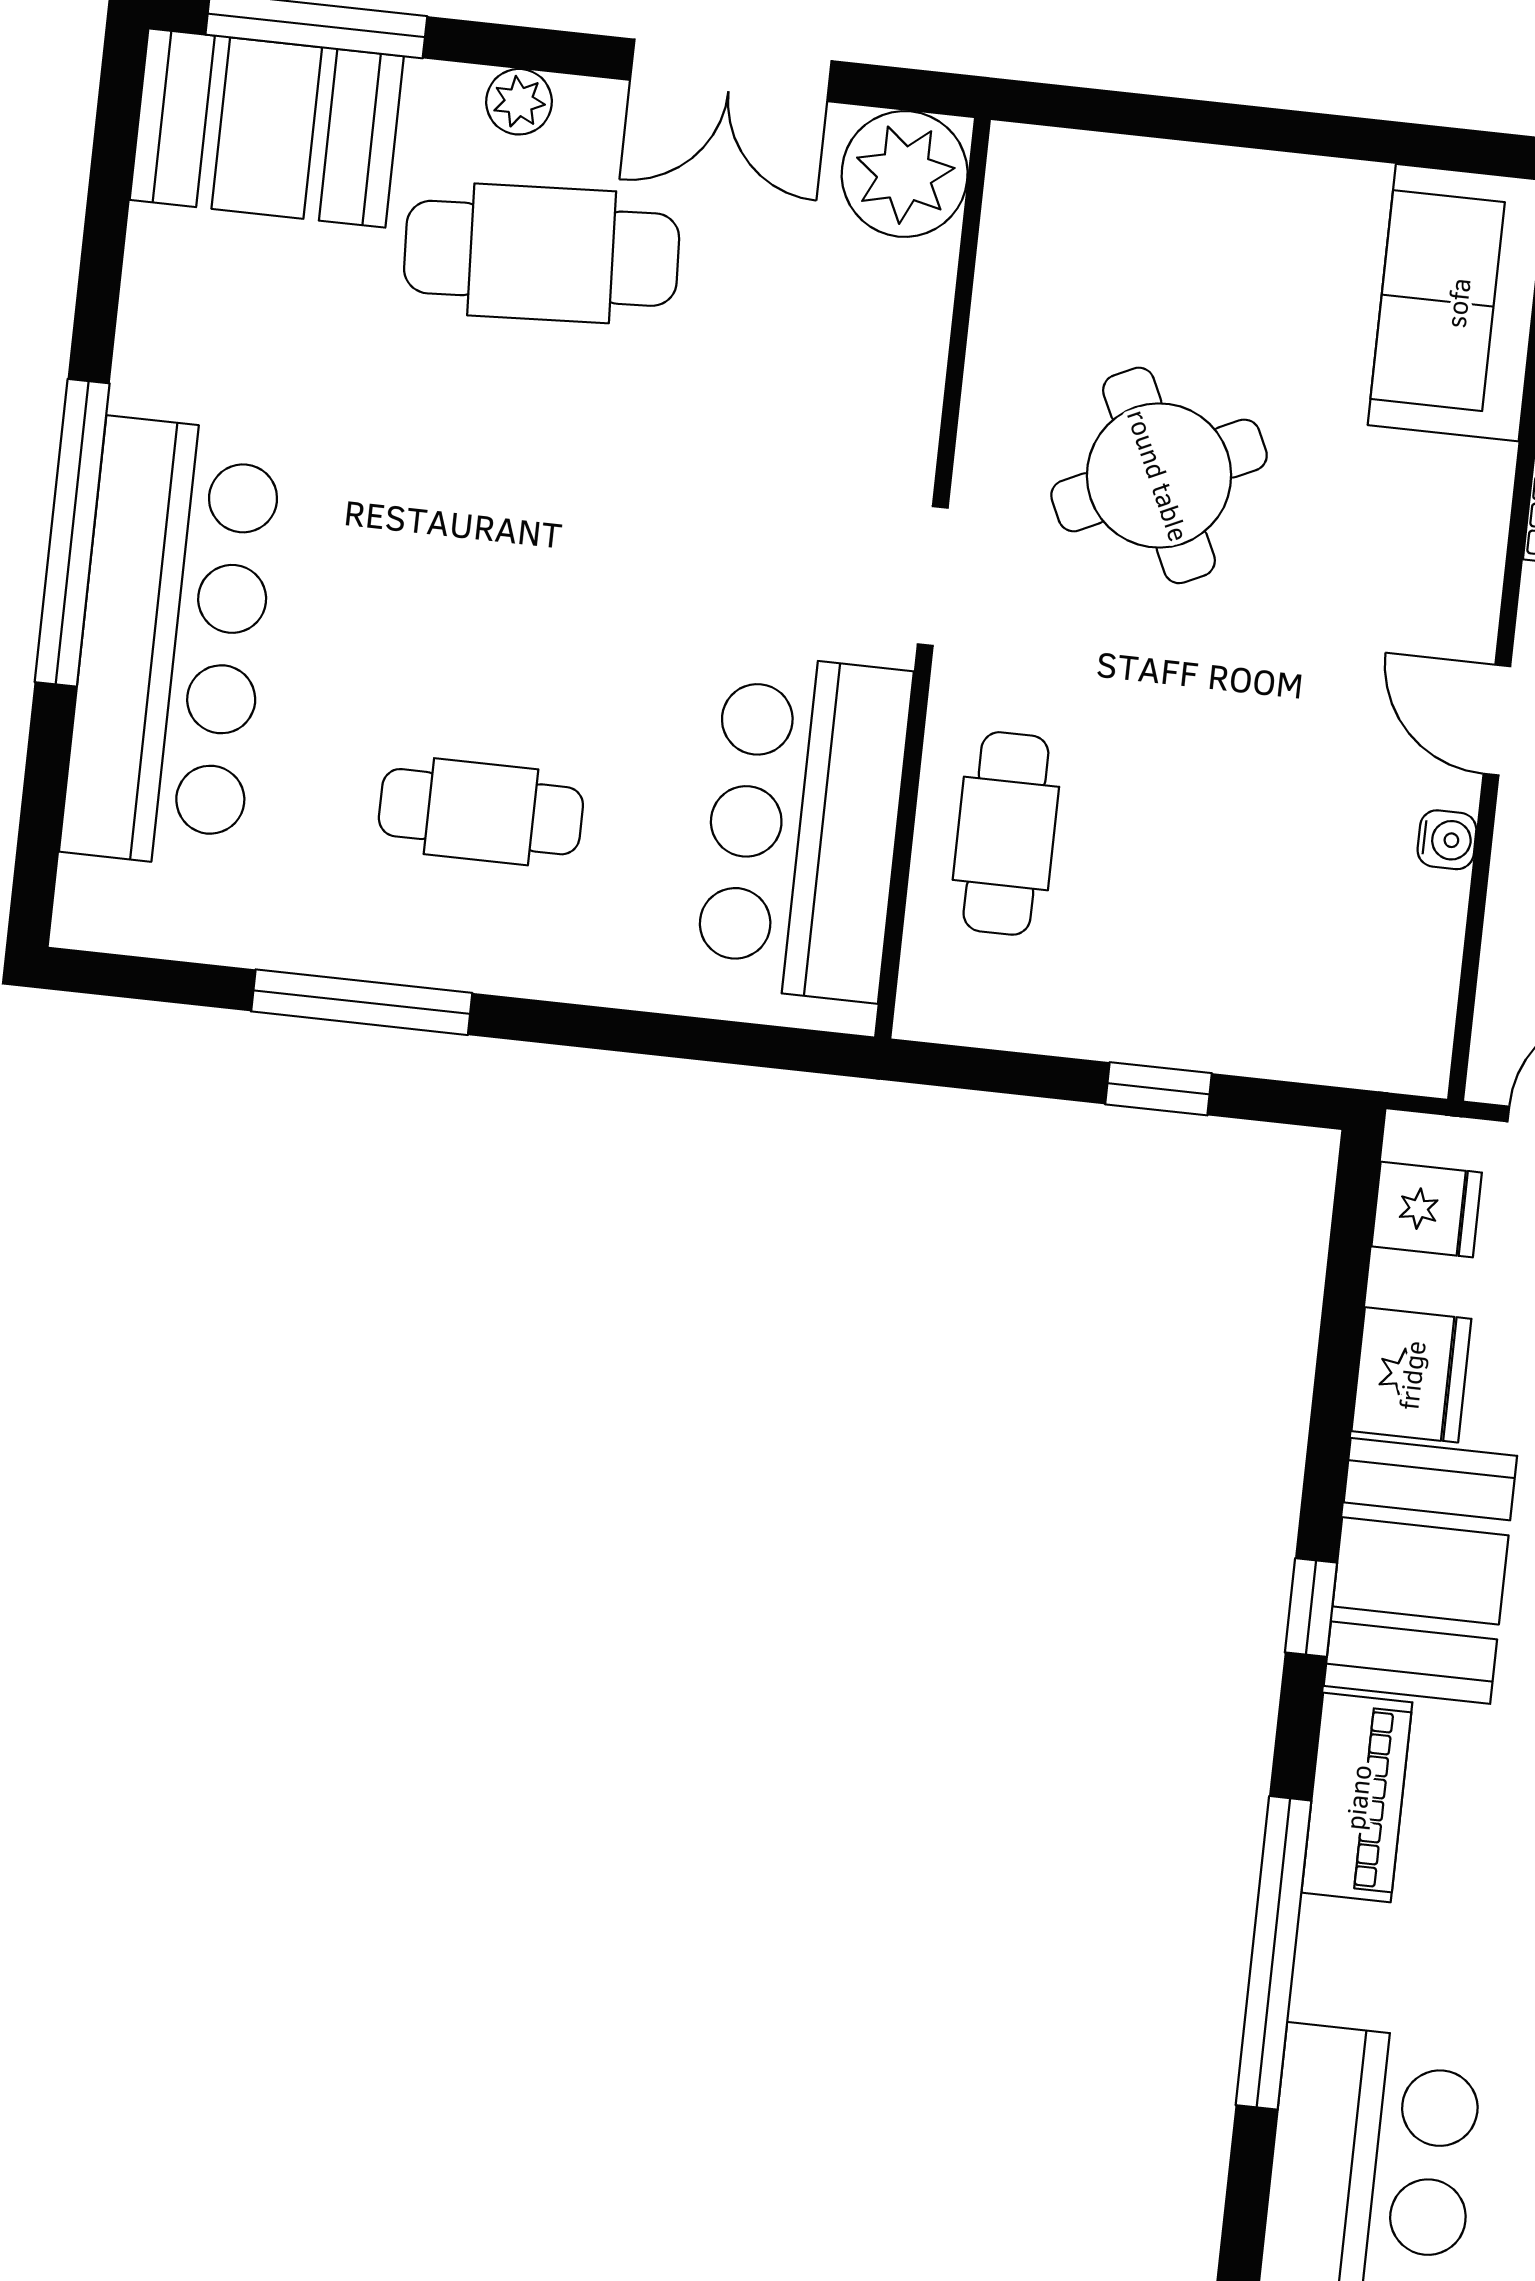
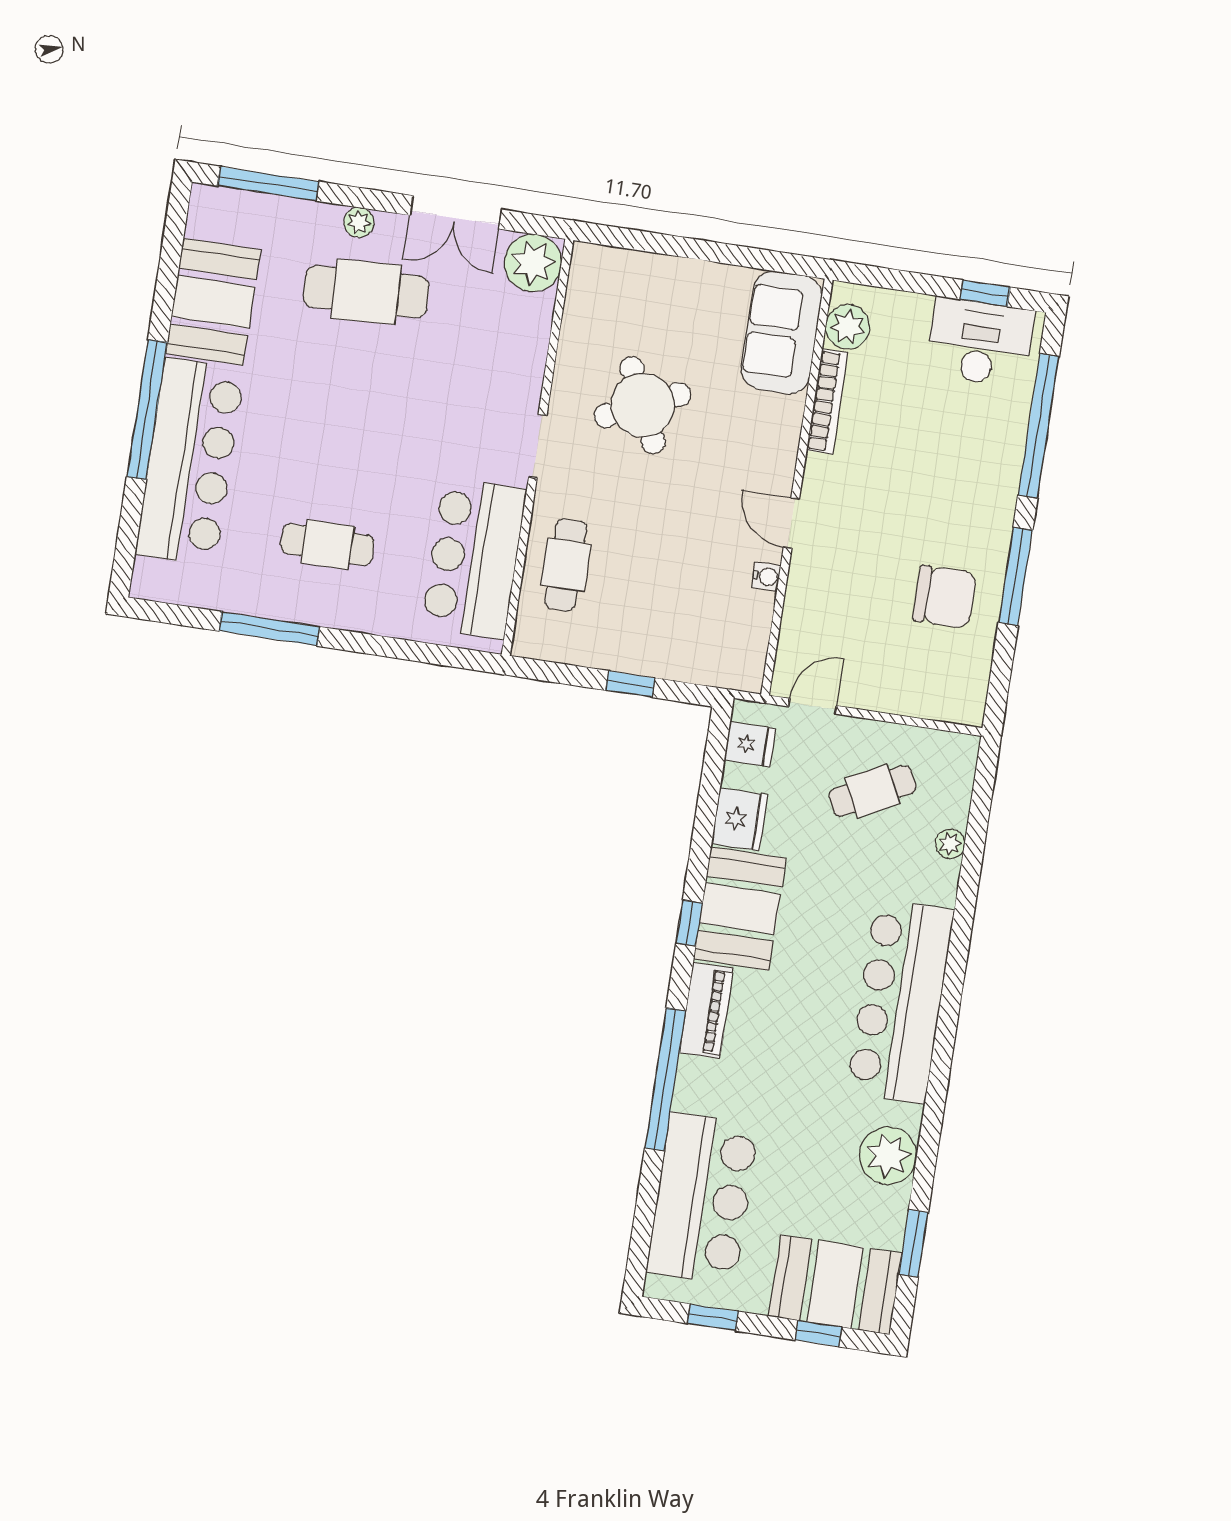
booth: (267, 128) -> (213, 302), moved, turned 90

